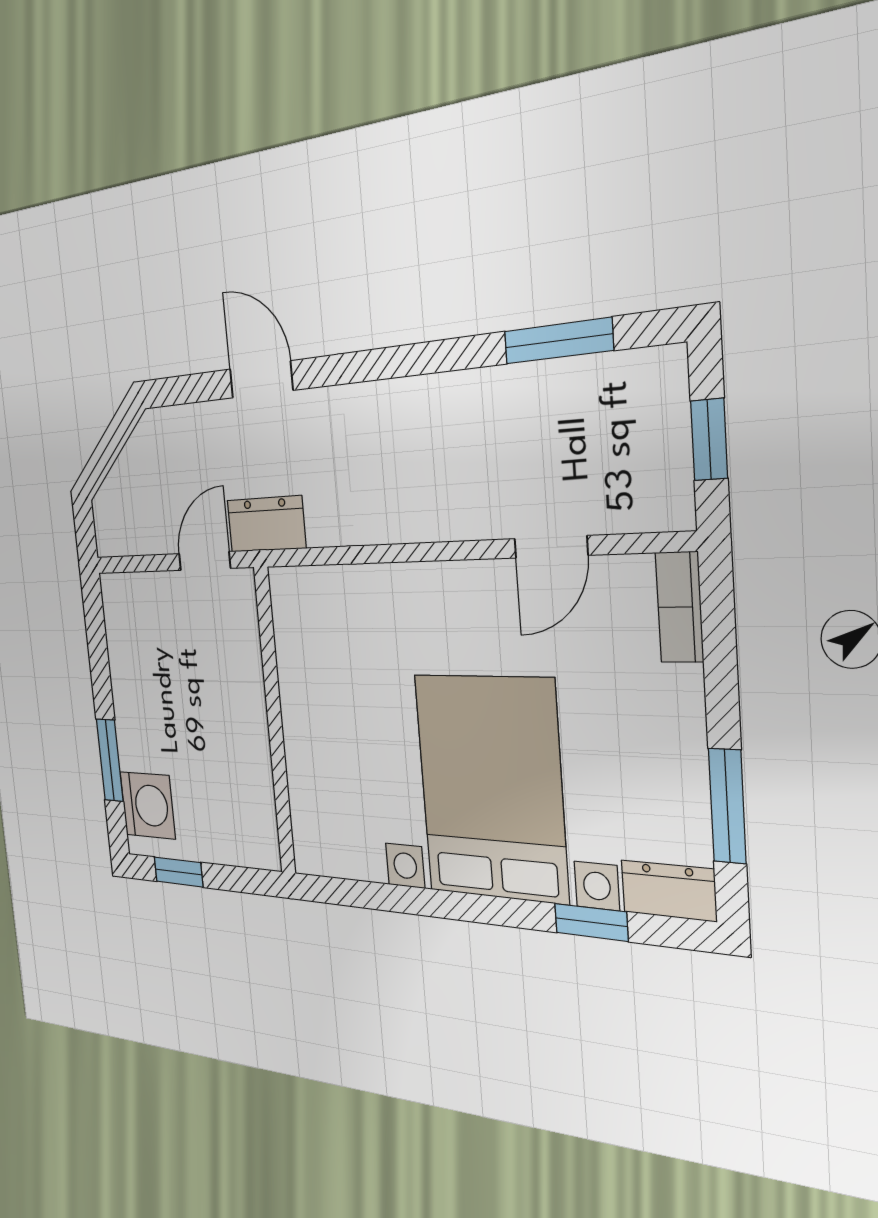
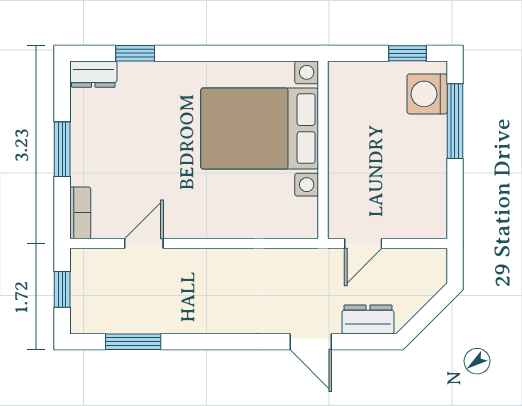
dresser: (266, 524) -> (368, 319), moved, turned 180
window: (110, 760) -> (455, 121), width x1.44
bed with nightstands: (491, 788) -> (260, 129), moved, turned 90
window: (727, 806) -> (62, 149), moved

